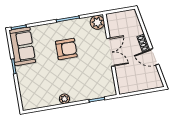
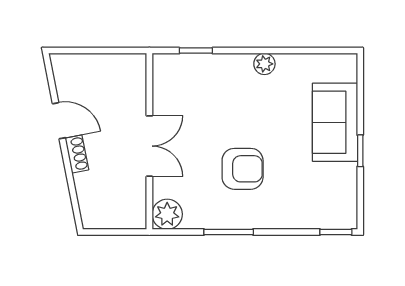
sofa: (22, 46) -> (335, 122), moved
armchair: (66, 49) -> (243, 169), turned 180
double door: (111, 52) -> (149, 146), swing flipped

